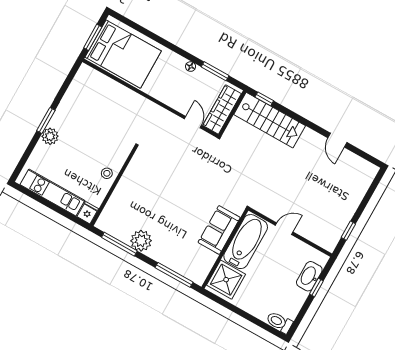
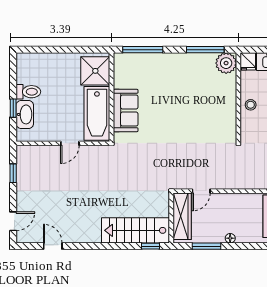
door: (193, 122) -> (201, 191), hinge flipped
door: (337, 140) -> (53, 246), moved
door: (372, 188) -> (13, 221), added
plant: (141, 241) -> (226, 63), moved
toilet: (279, 322) -> (28, 92), moved

